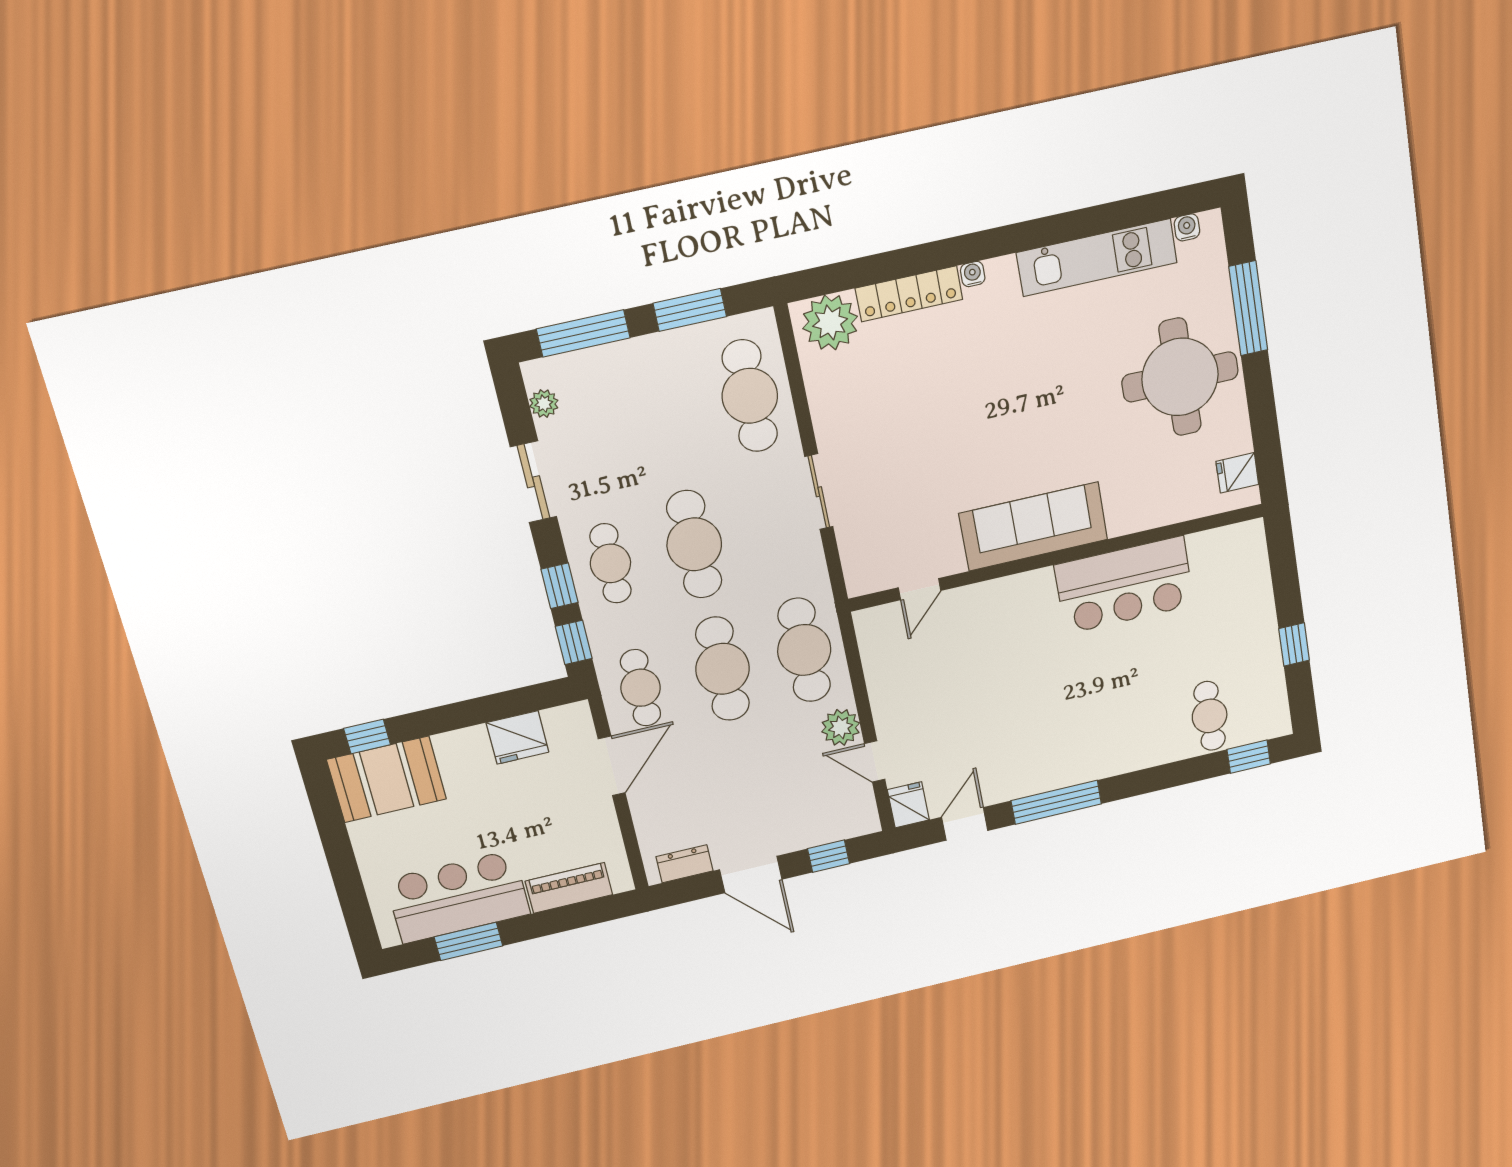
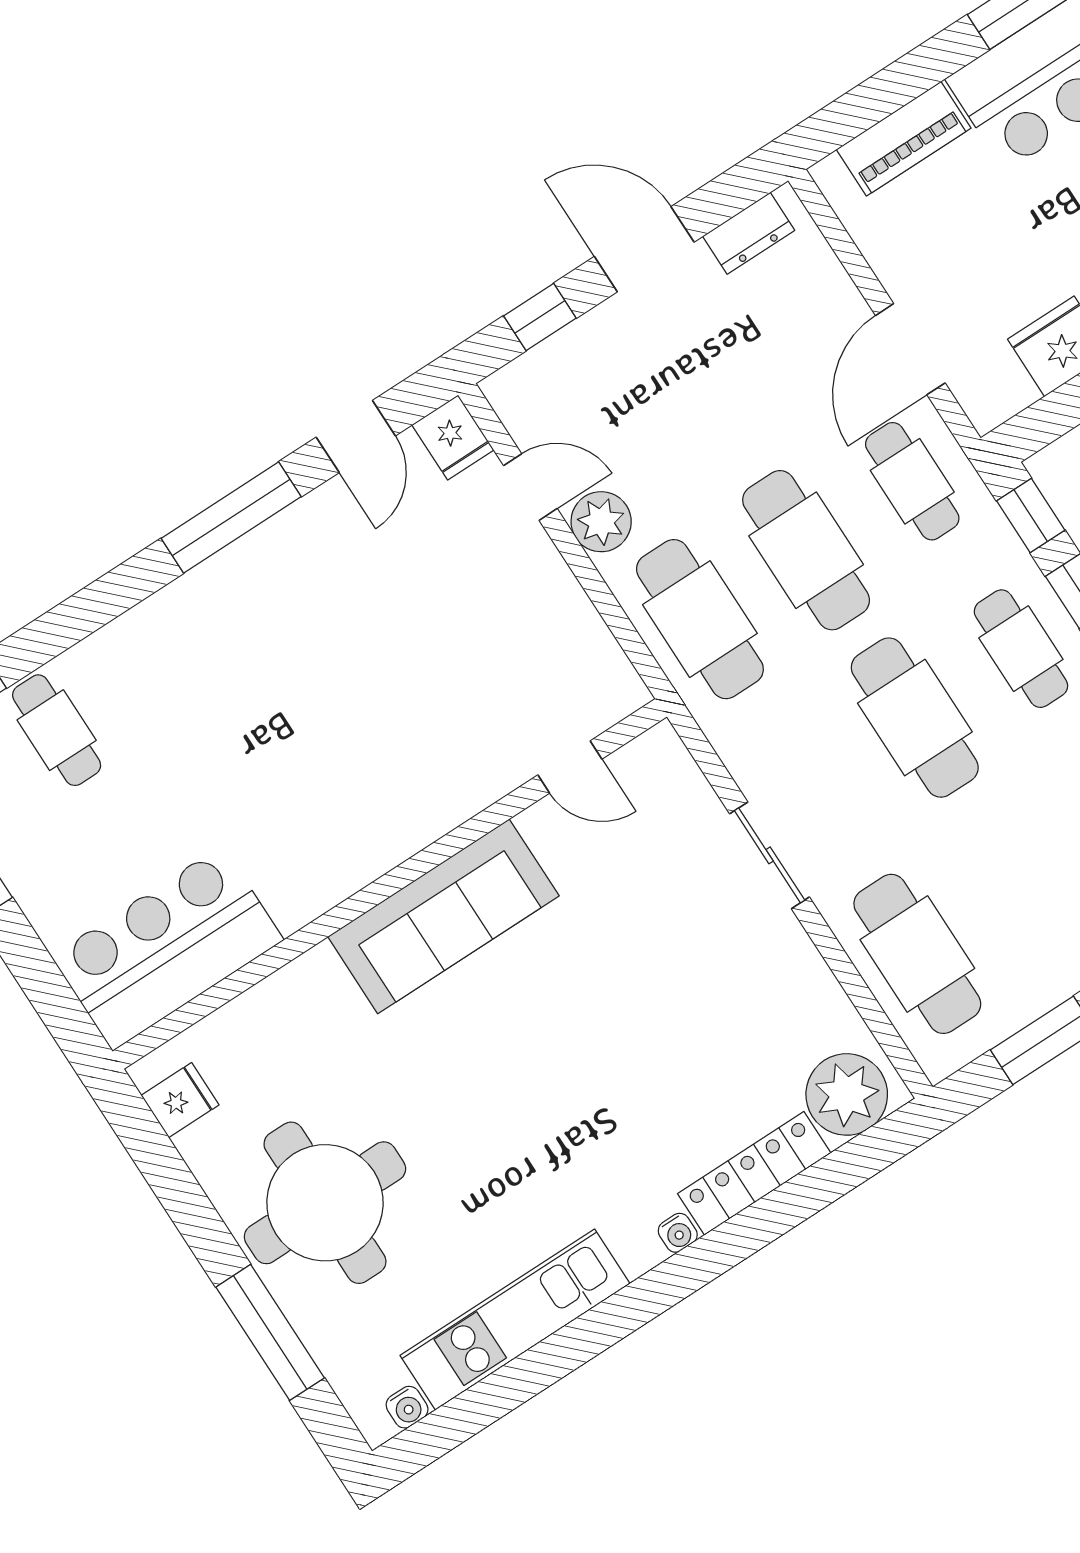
bar counter: (1124, 585) -> (167, 948), moved
door: (920, 589) -> (570, 767), swing flipped

